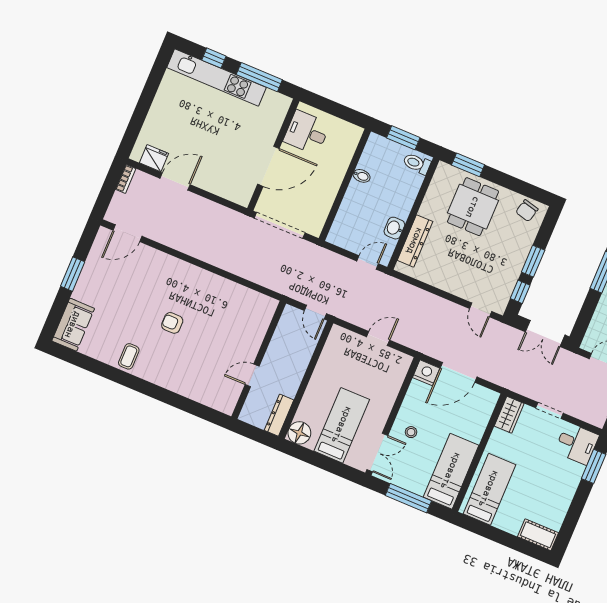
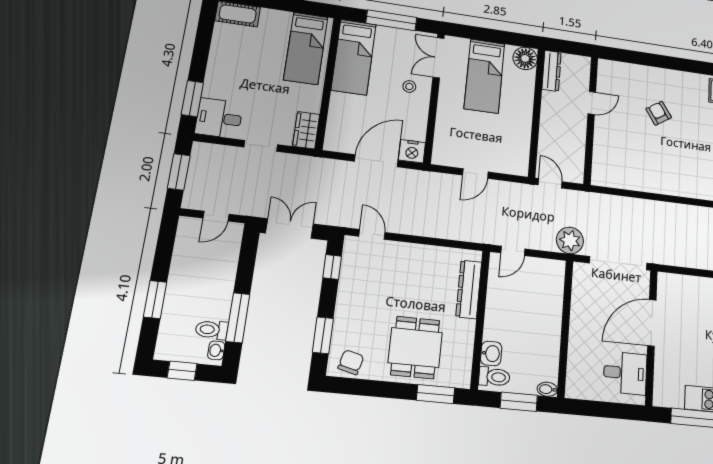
bidet: (362, 176) -> (547, 389), moved
washbasin: (394, 228) -> (491, 353), moved
plant: (315, 257) -> (570, 240), added
window: (533, 261) -> (323, 335), moved
armchair: (172, 323) -> (659, 113), moved, turned -123

